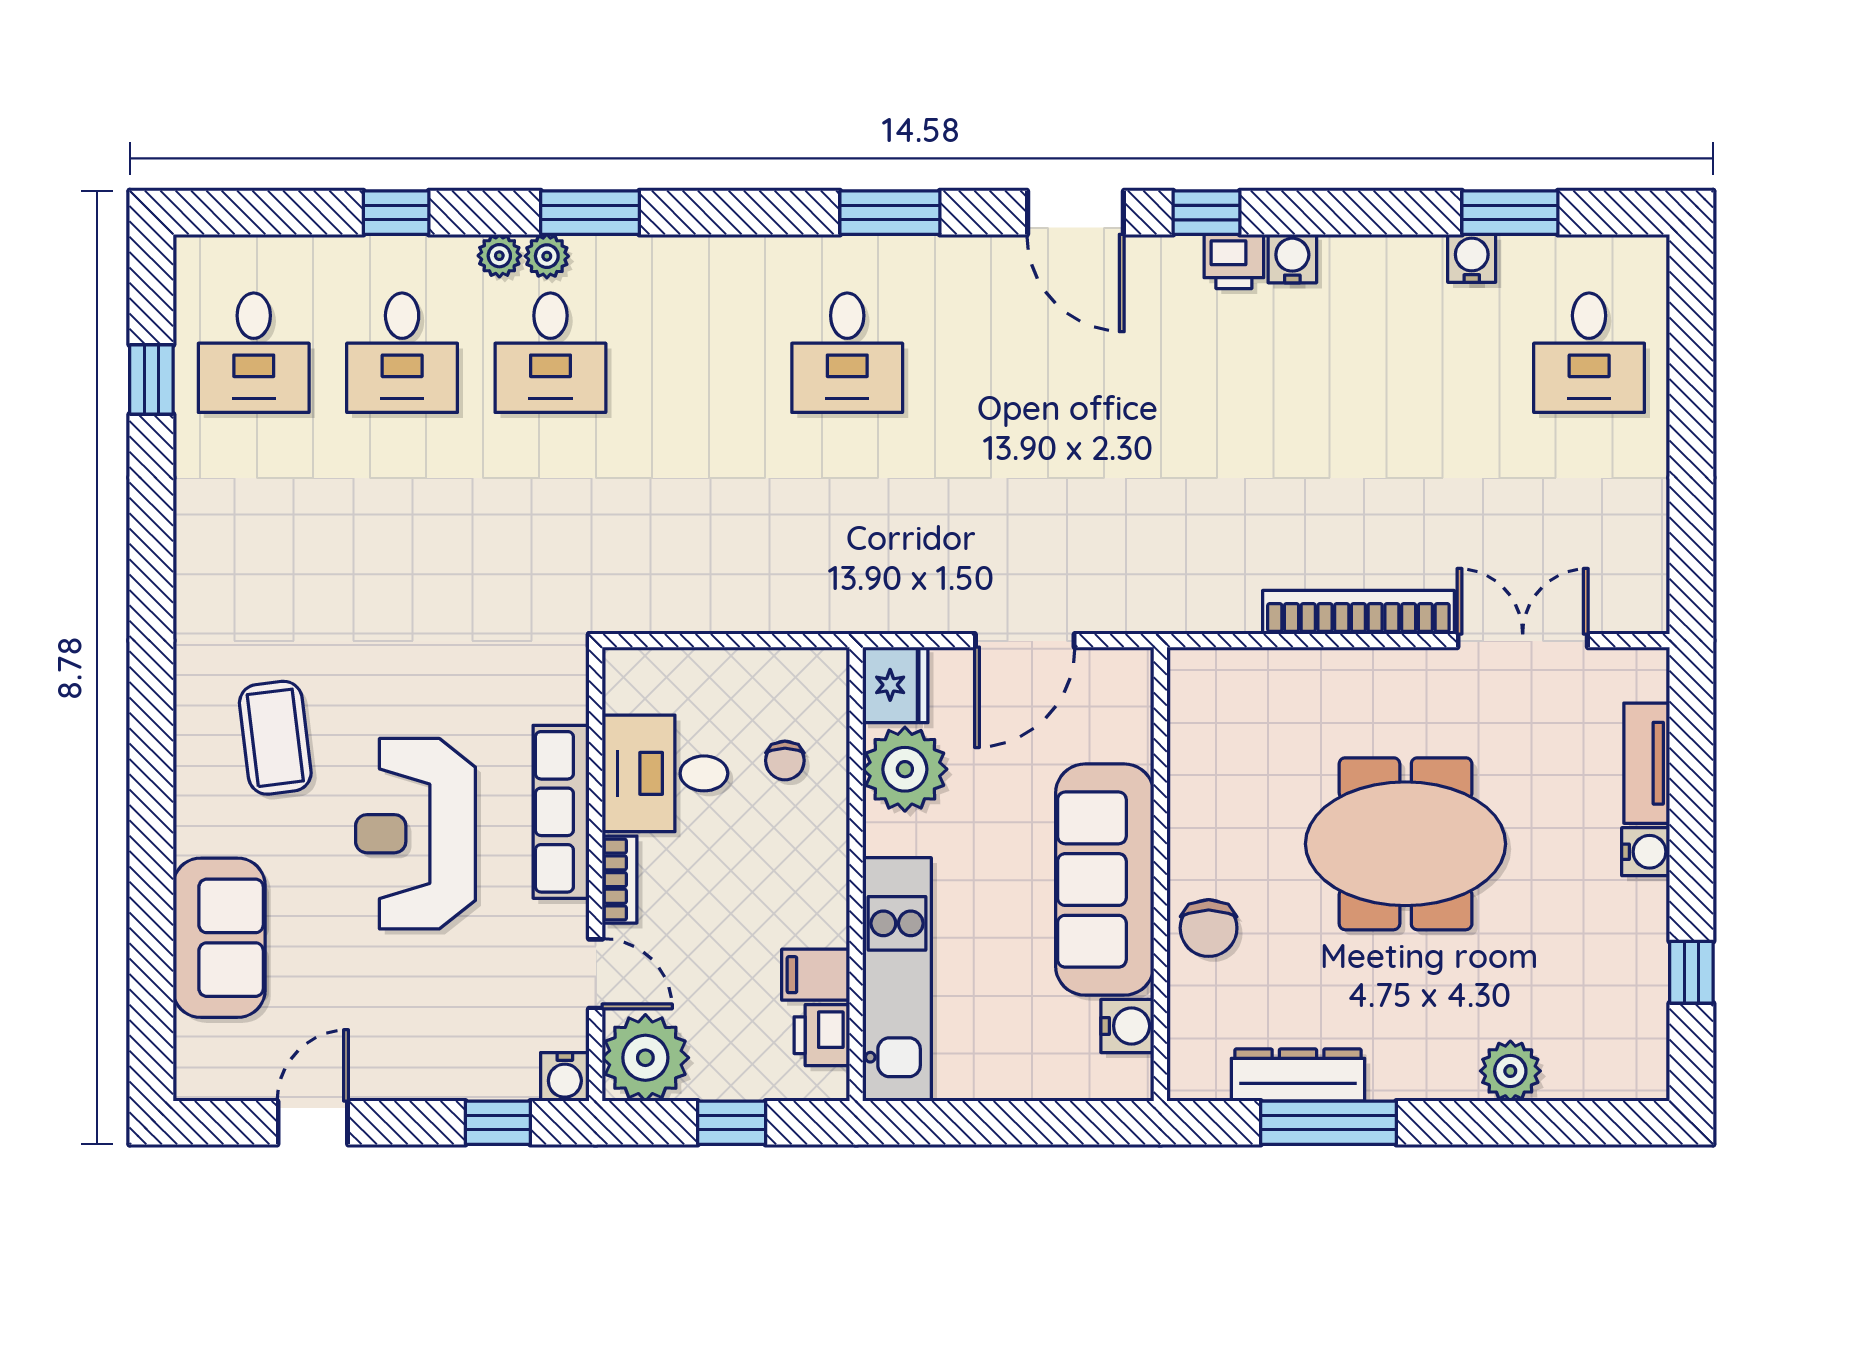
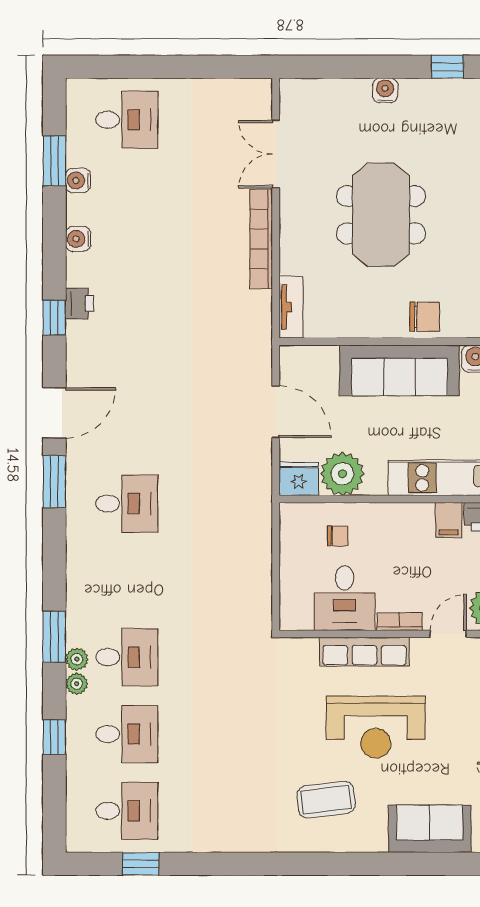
door: (1076, 213) -> (54, 413), moved
water cooler: (1292, 259) -> (78, 239), moved
tv unit: (1647, 763) -> (291, 307), moved, turned -90

